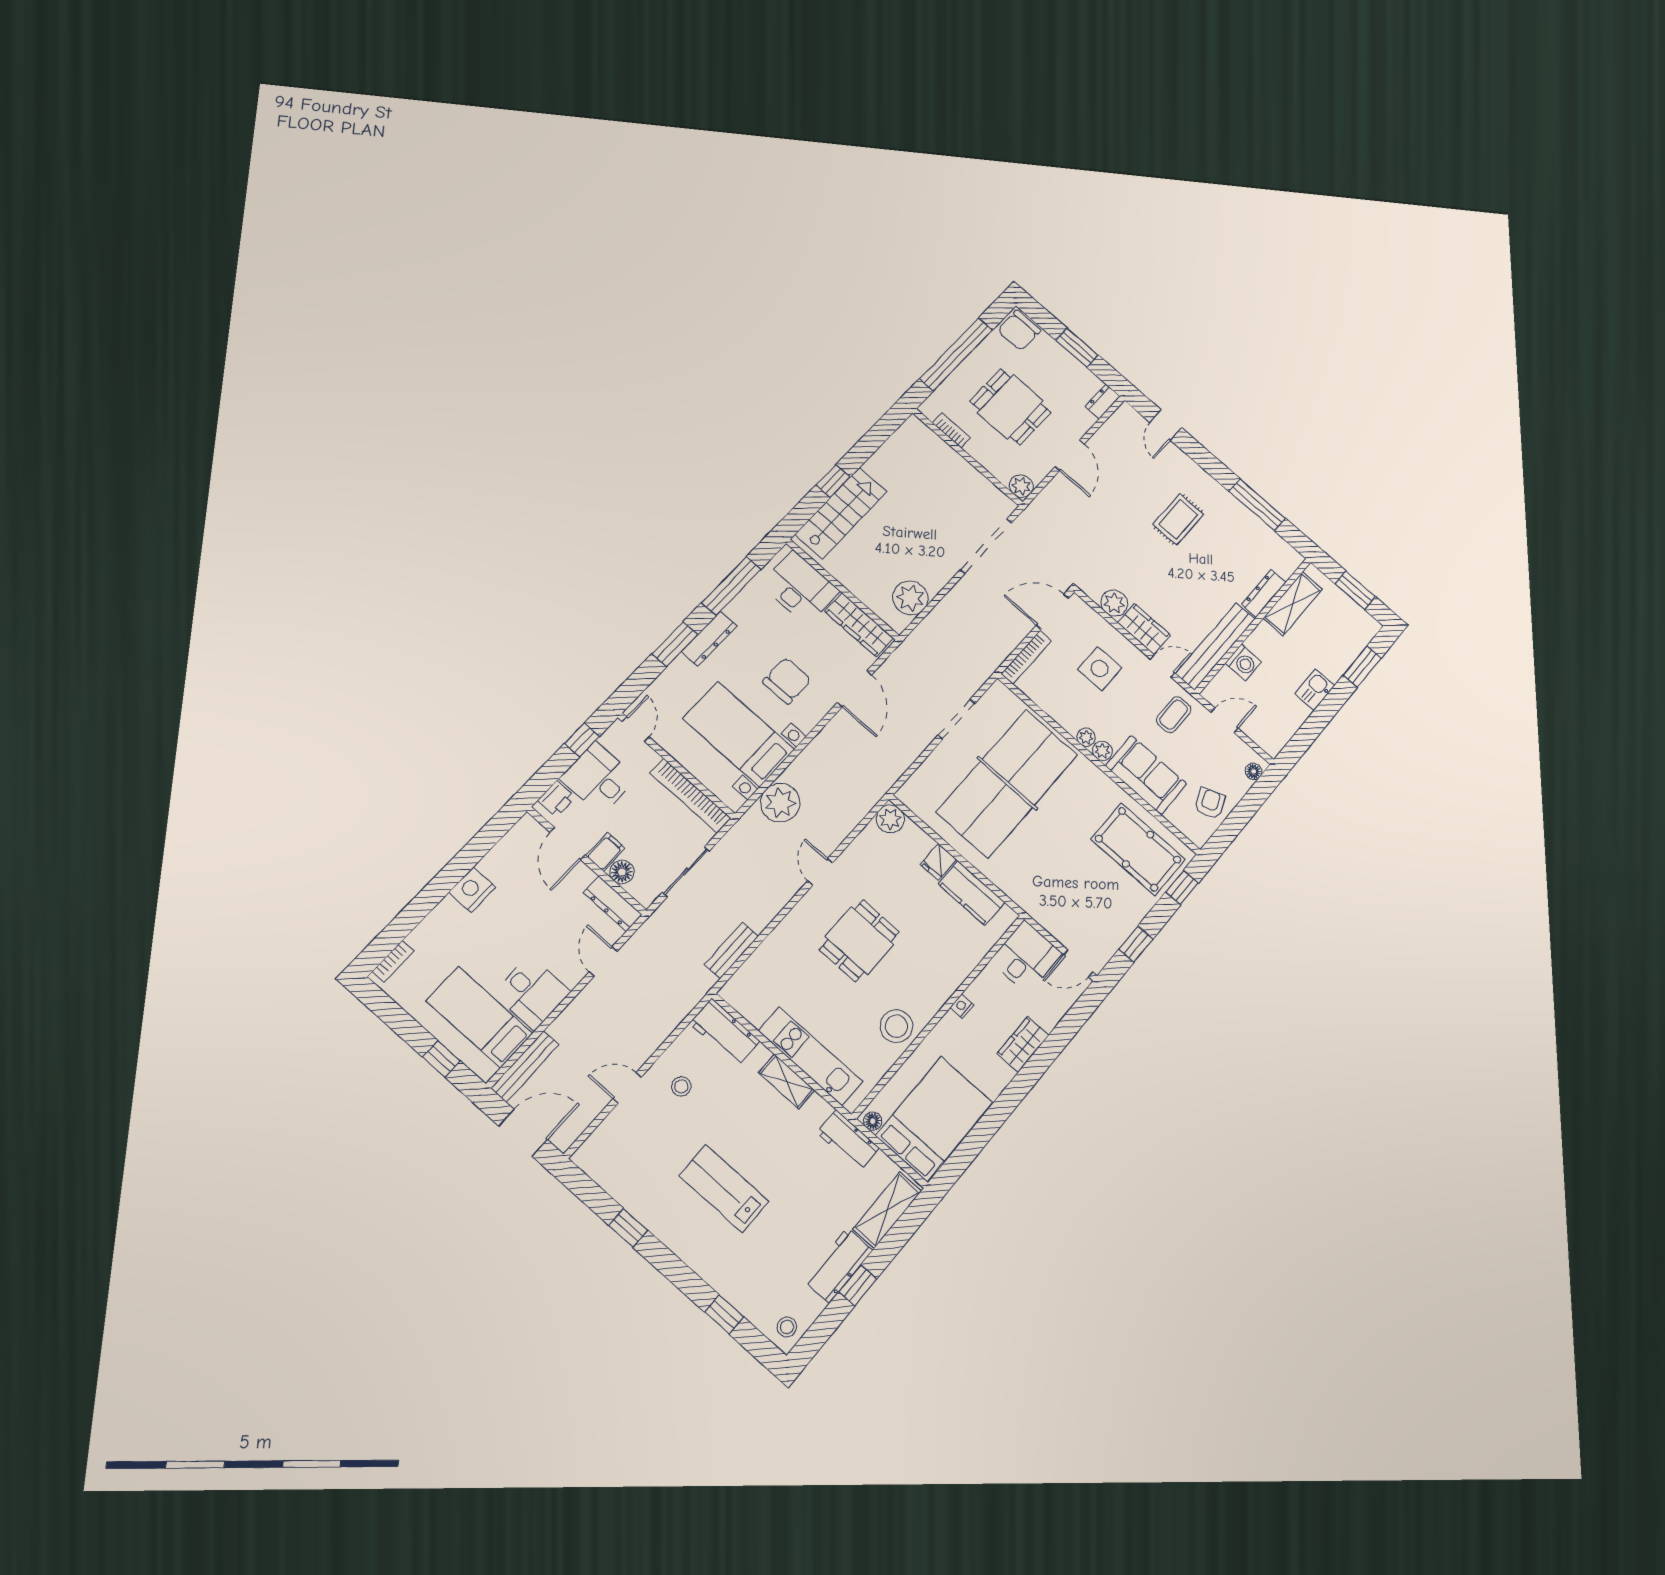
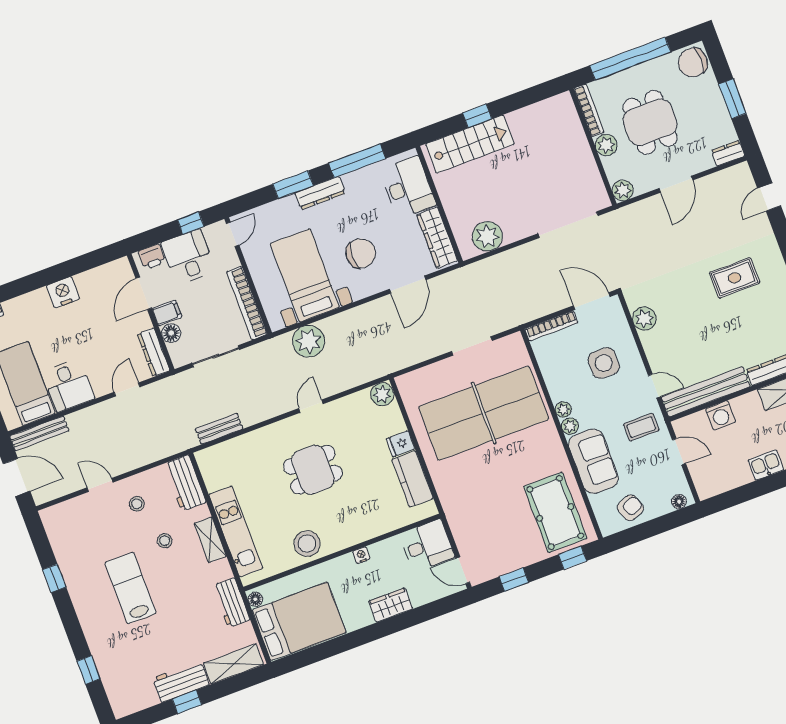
bookcase: (952, 430) -> (589, 110), width x1.56
plant: (980, 449) -> (606, 145), added
wardrobe: (1144, 629) -> (656, 350), removed
stool: (787, 1327) -> (165, 541), moved

